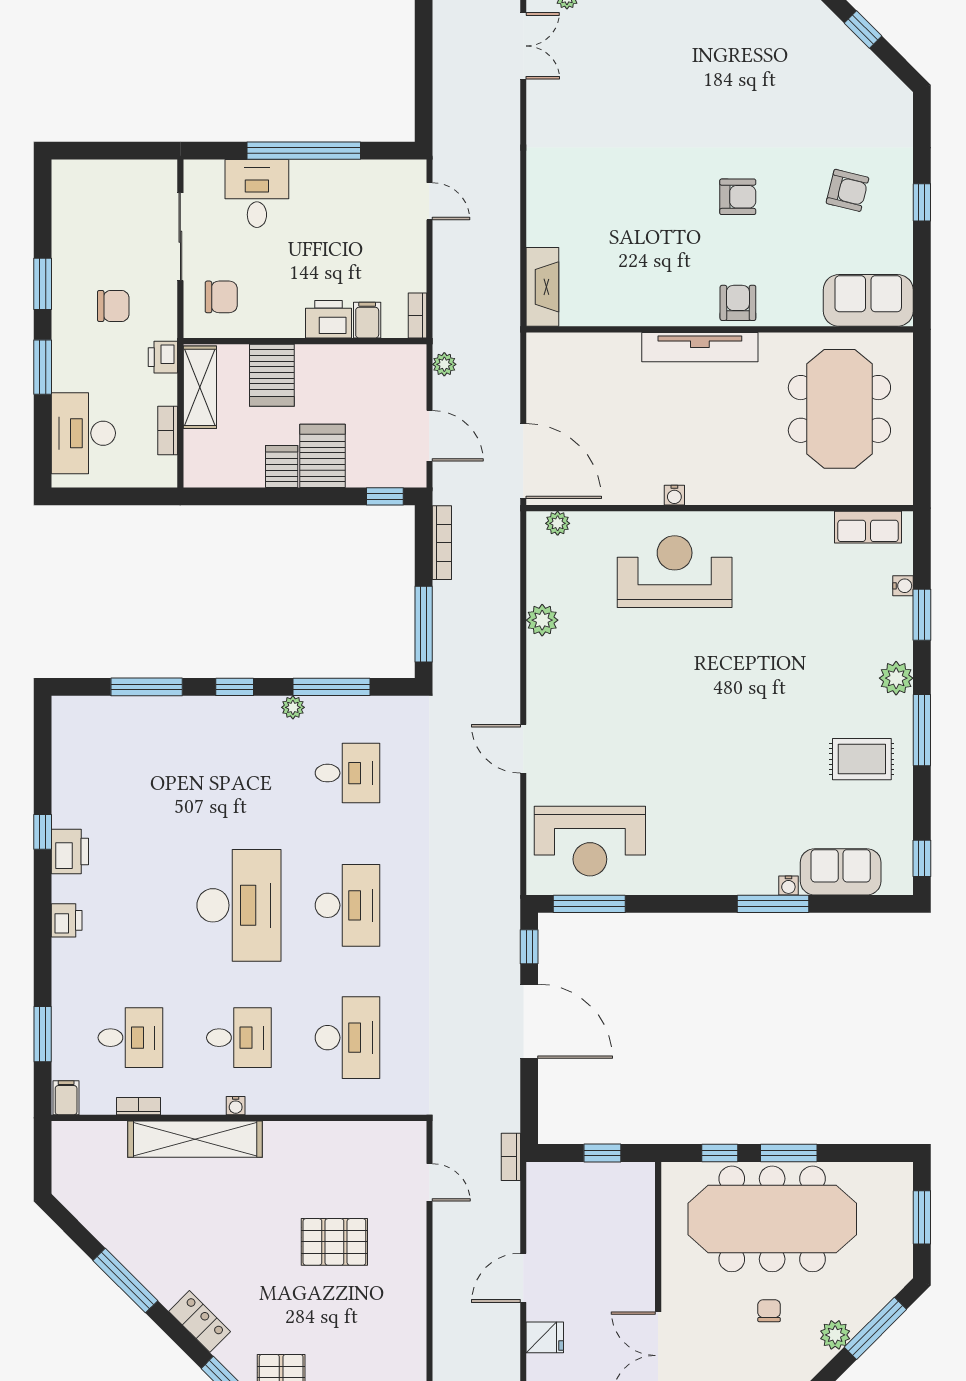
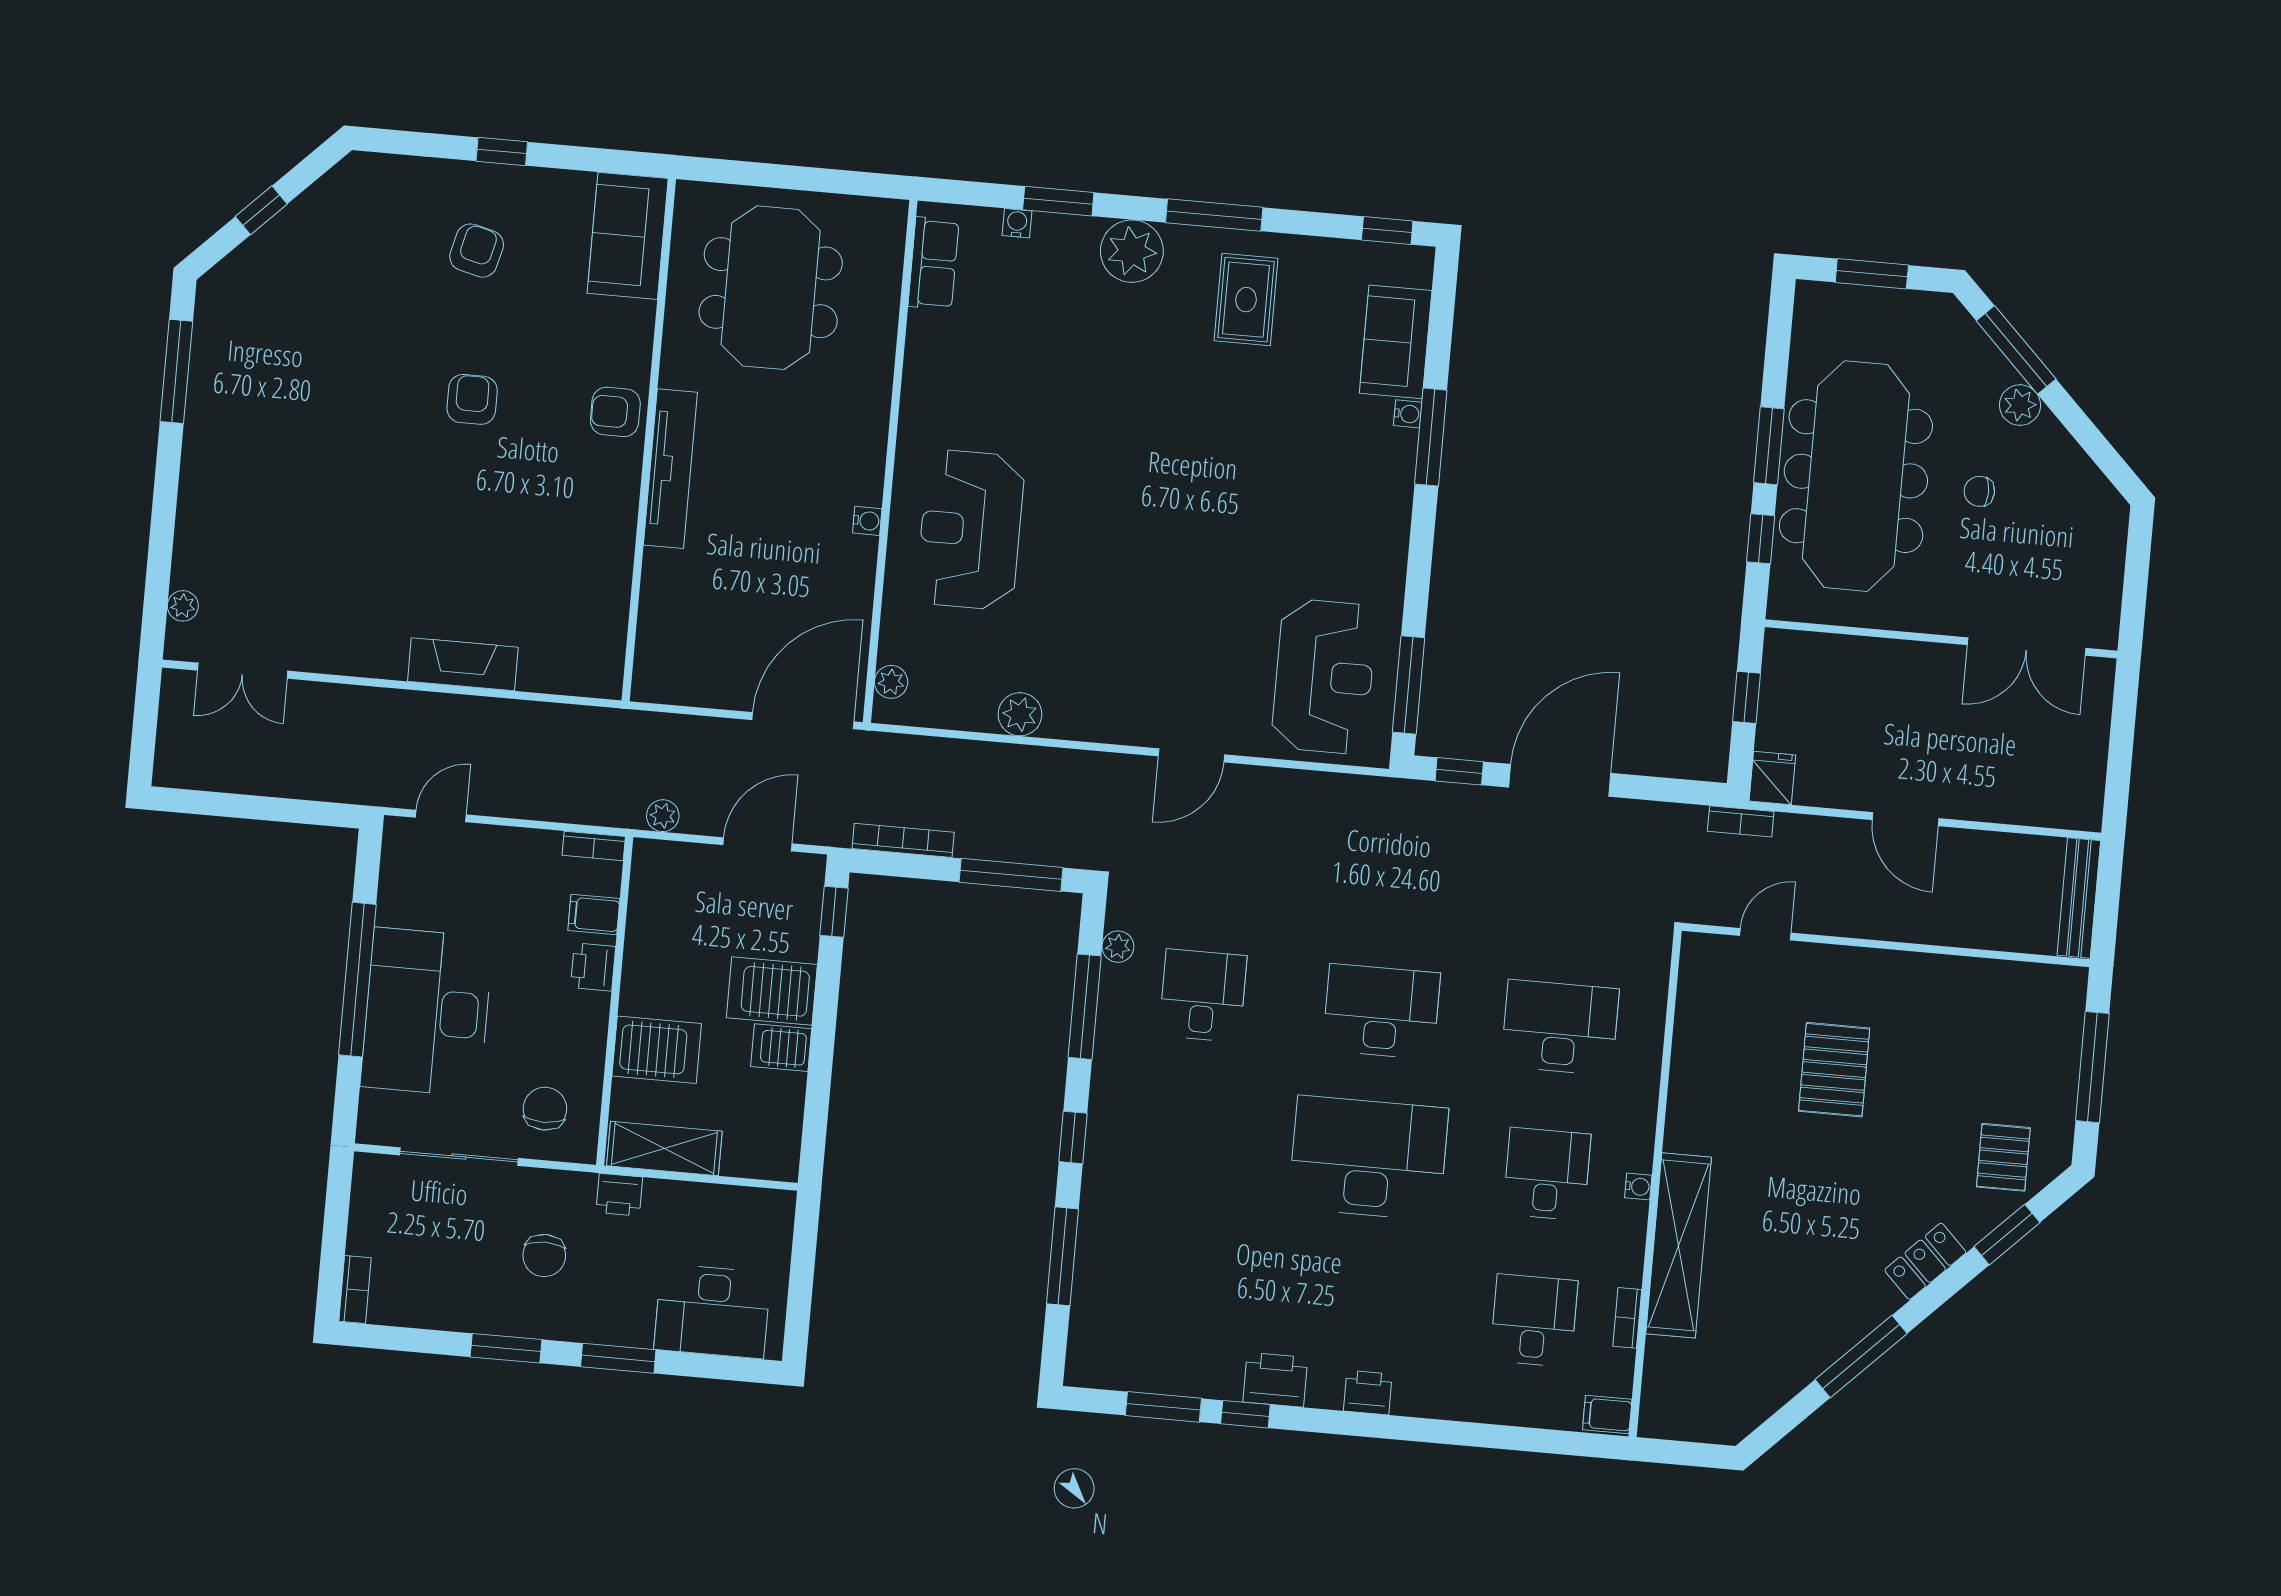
double door: (523, 46) -> (243, 671), swing flipped
desk: (257, 193) -> (427, 1012), width x1.87, depth x1.30
fireplace: (542, 287) -> (463, 664), moved
chair: (113, 306) -> (544, 1256), turned 180
printer: (329, 319) -> (593, 967), width x0.73, depth x0.81
meeting table: (839, 409) -> (771, 288), turned 90
bookcase: (168, 431) -> (355, 1289), moved, turned -90
plant: (896, 678) -> (1132, 251), width x1.36, depth x1.36
plant: (293, 707) -> (1118, 947), moved
window: (43, 1034) -> (1163, 1407), moved
fridge: (545, 1337) -> (1772, 778), moved

